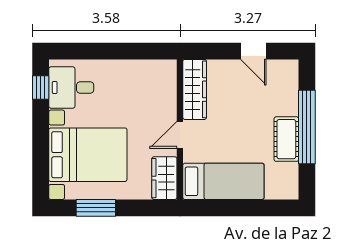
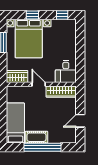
desk: (71, 87) -> (66, 72), moved, turned 180
window: (41, 147) -> (32, 15), added
bed: (223, 181) -> (15, 123), moved, turned 180

